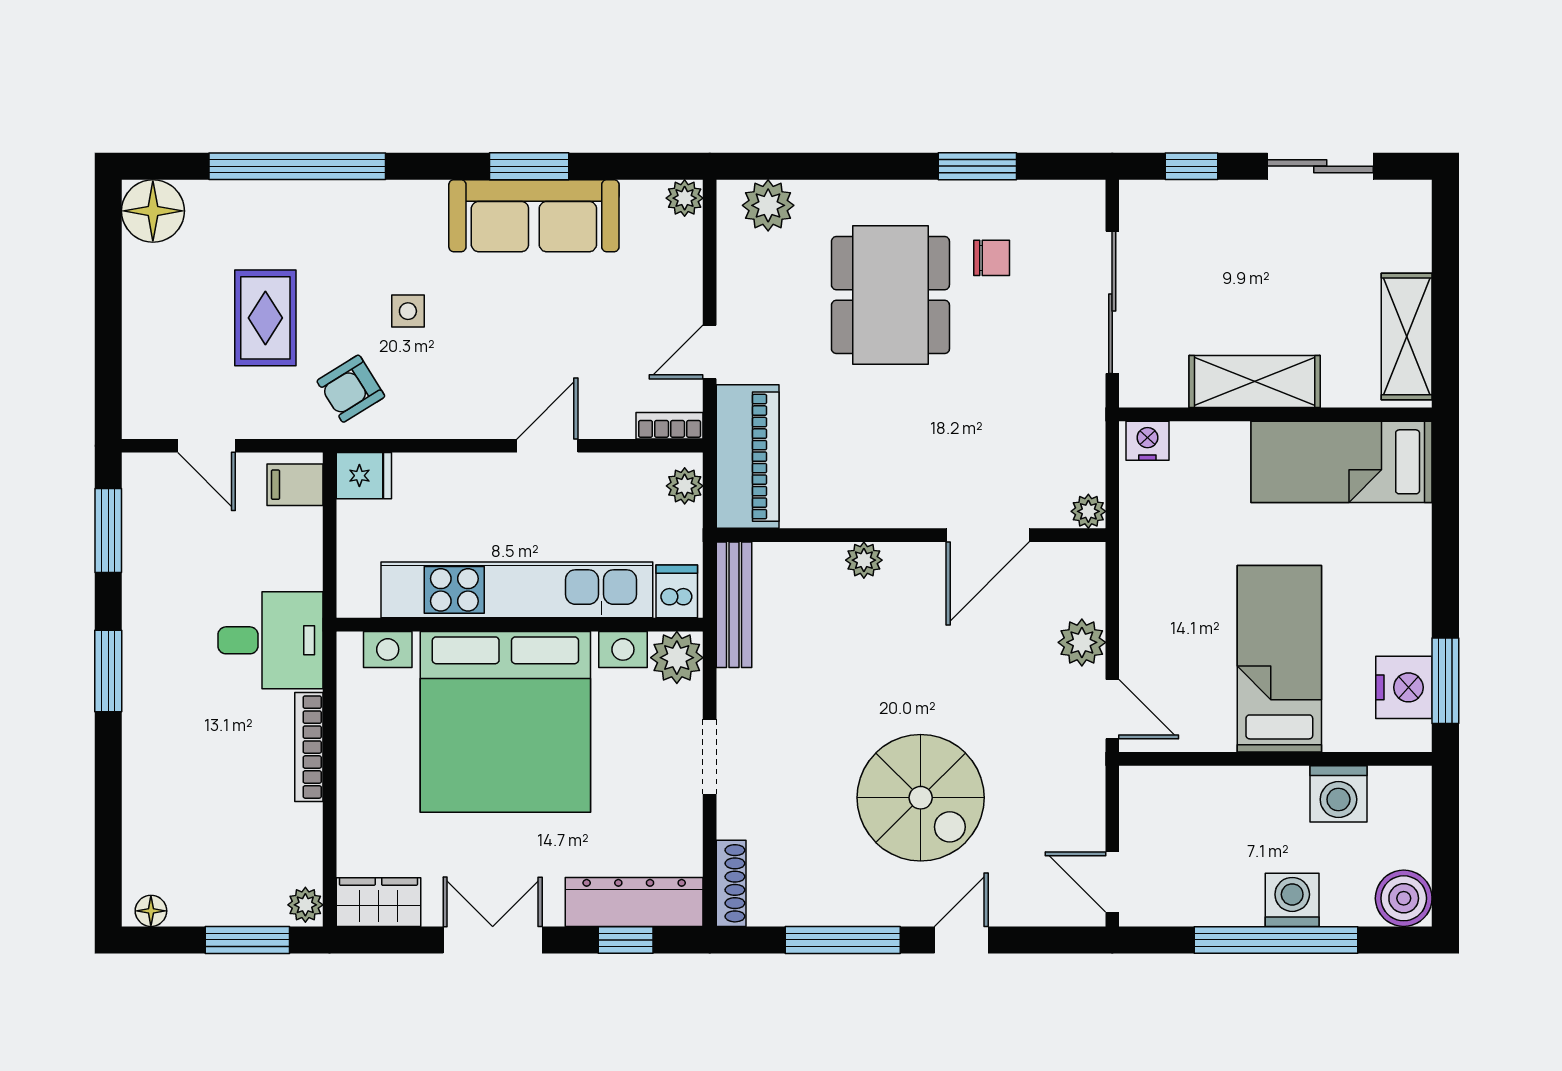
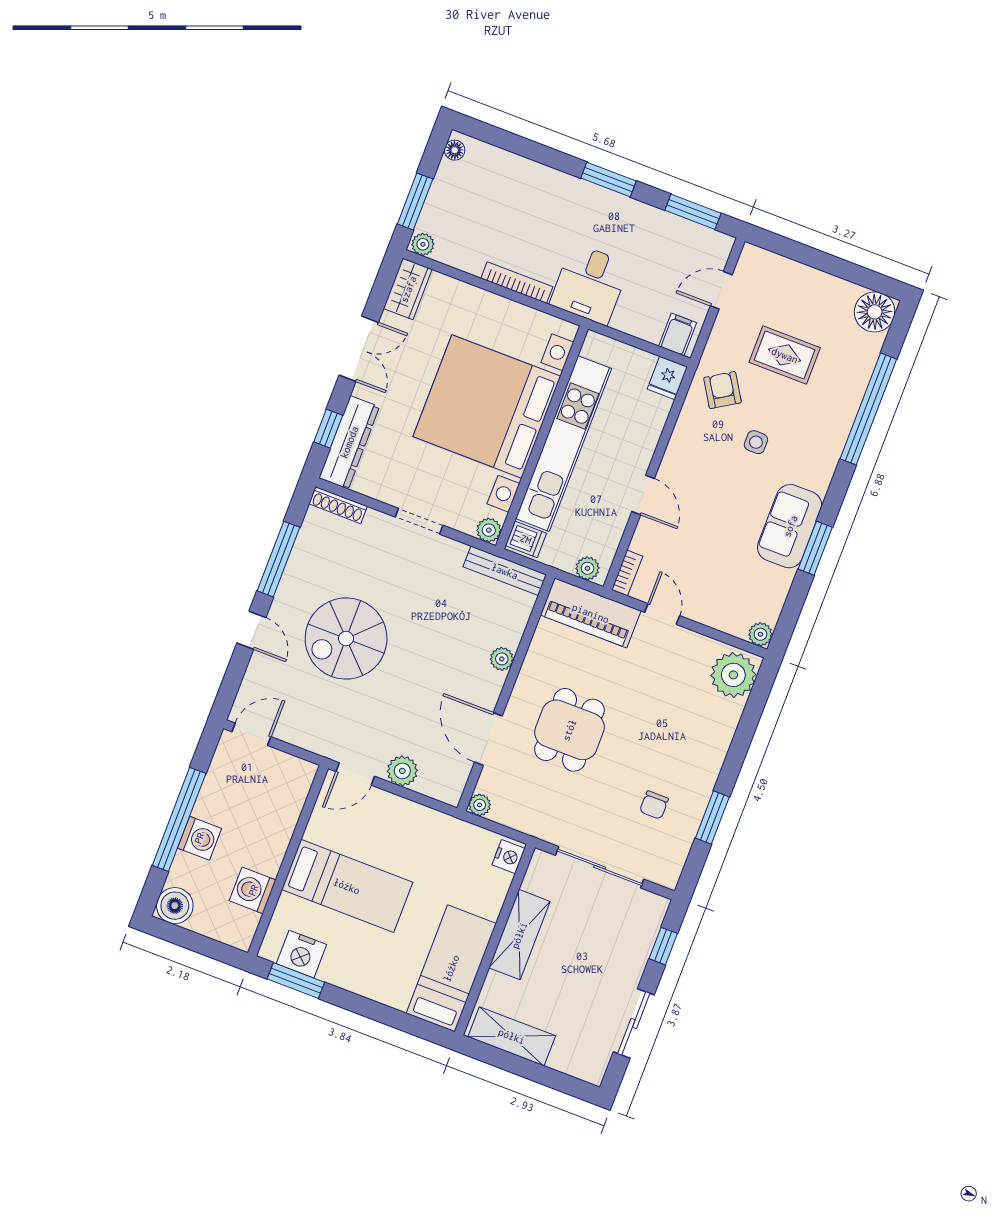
plant: (768, 205) -> (733, 675), width x1.36, depth x1.36
sofa: (534, 216) -> (790, 526), width x0.73
dining table: (890, 295) -> (569, 730), moved, width x0.73
plant: (677, 658) -> (489, 530), width x0.73, depth x0.73

